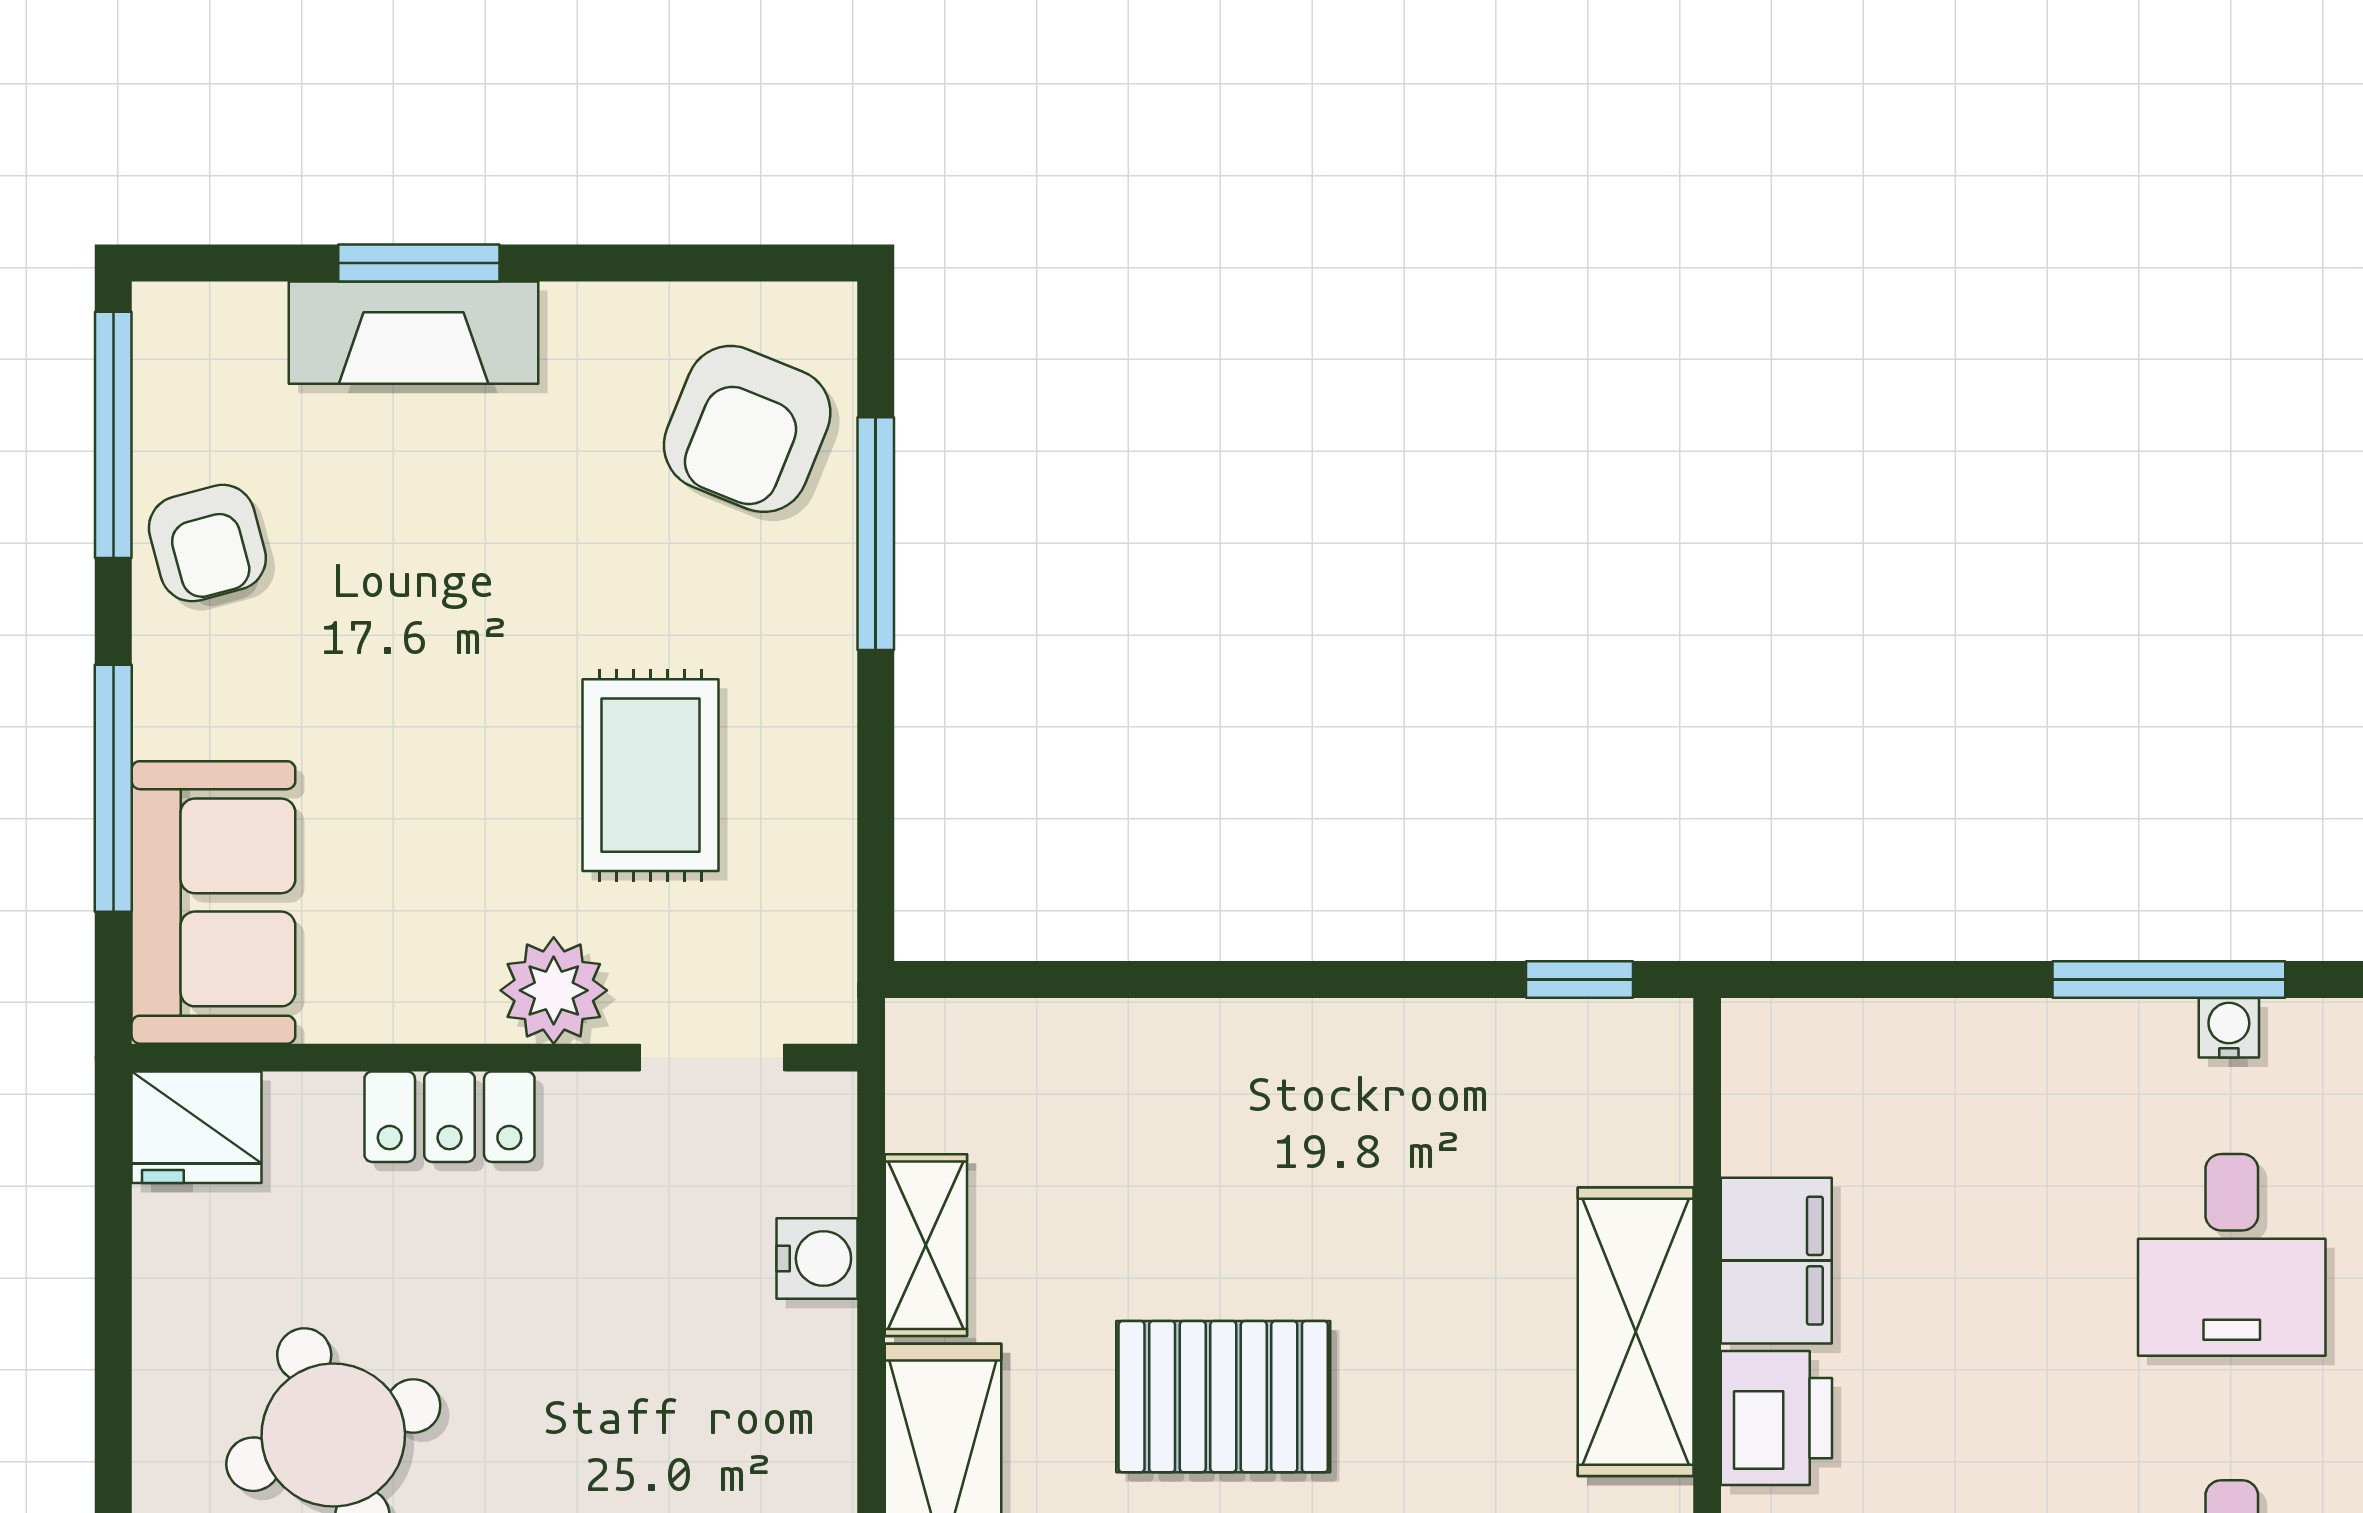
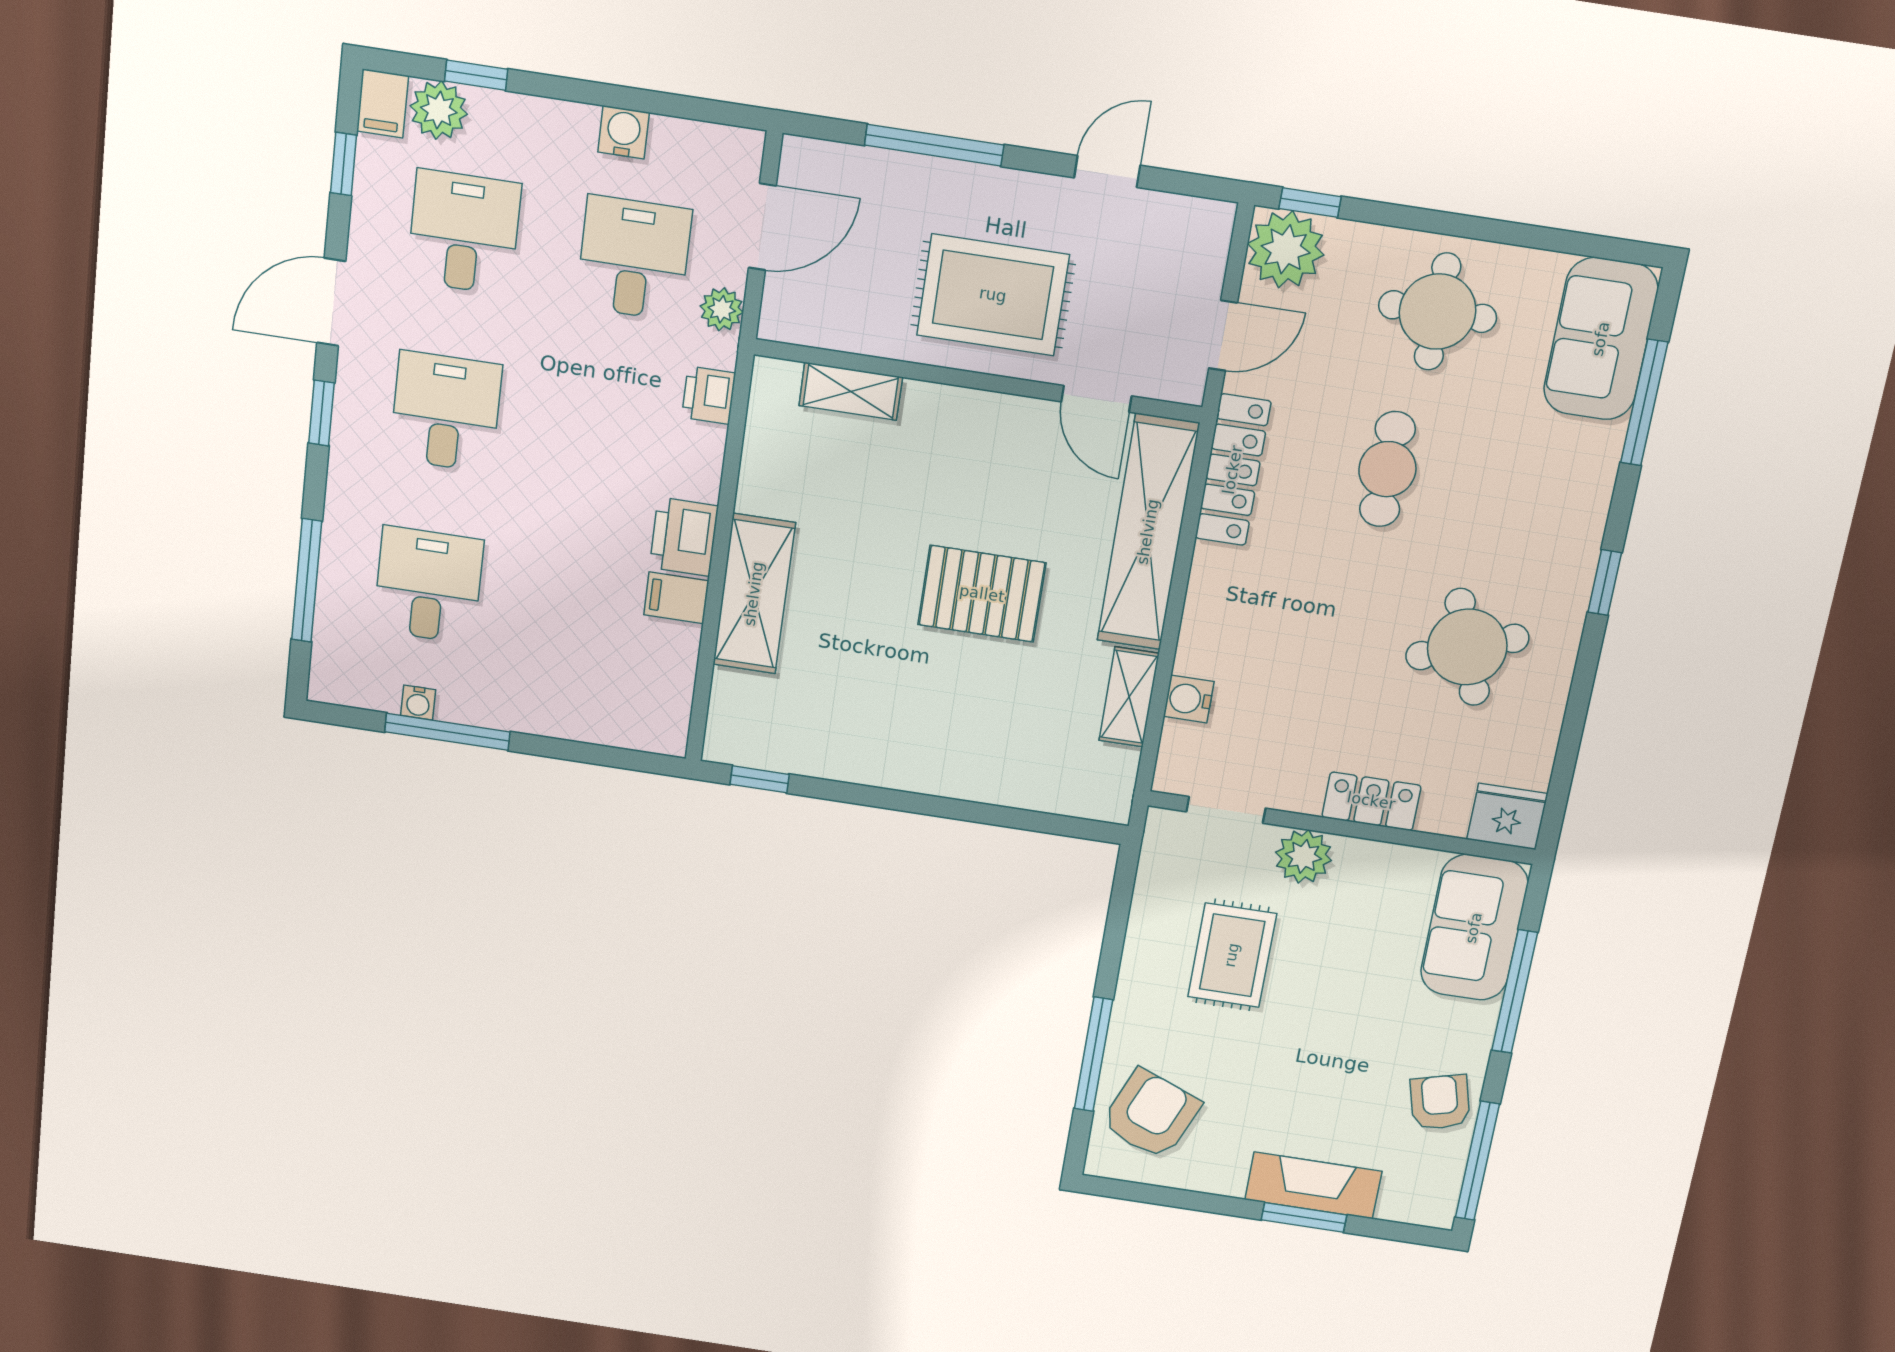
filing cabinet: (1776, 1261) -> (676, 598), width x0.50

